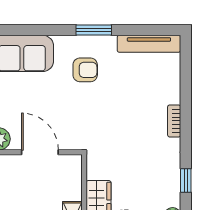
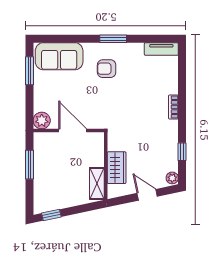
tv unit: (149, 44) -> (161, 49), width x0.71
armchair: (85, 70) -> (107, 69), turned 180

